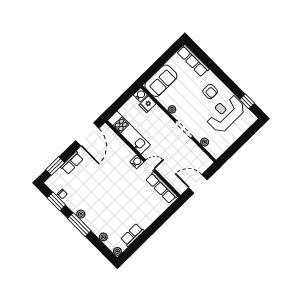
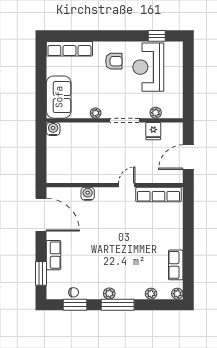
fridge: (147, 104) -> (153, 131), moved
kitchen unit: (129, 133) -> (78, 174), removed
water cooler: (137, 162) -> (88, 194), moved

